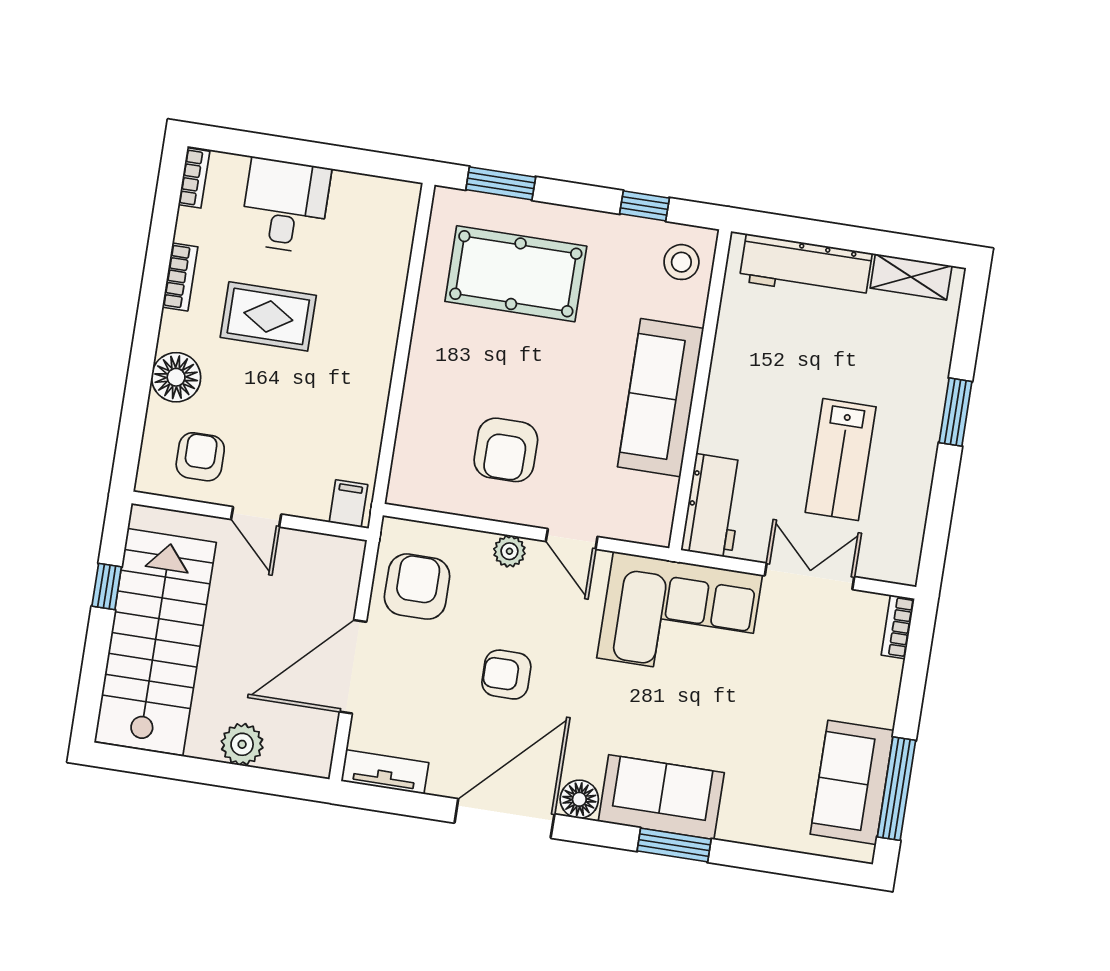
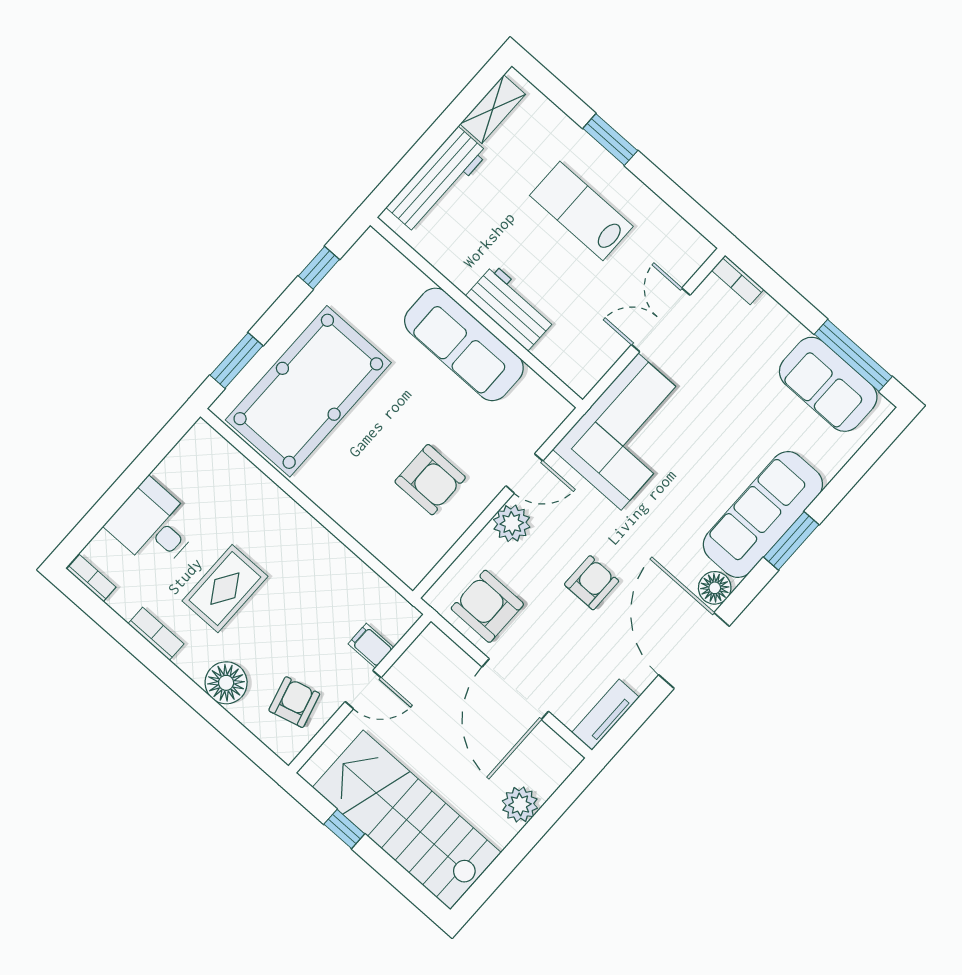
stool: (681, 262) -> (376, 267), removed
pool table: (516, 274) -> (308, 391), width x1.36, depth x1.32
armchair: (200, 457) -> (294, 702), turned 75
lab bench: (841, 460) -> (581, 211), moved, turned 180
filing cabinet: (348, 504) -> (371, 646), moved
workbench: (713, 506) -> (511, 308), moved
plant: (509, 551) -> (512, 523), width x1.38, depth x1.38
armchair: (506, 675) -> (592, 583), turned 180
sofa: (661, 797) -> (763, 515), width x1.36

